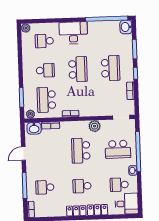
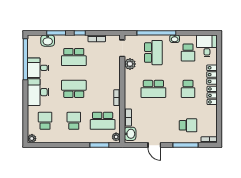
washbasin: (126, 27) -> (48, 41), moved
desk: (98, 32) -> (38, 68), added
school desk: (44, 41) -> (45, 121), turned 180
school desk: (111, 68) -> (74, 57), turned 180
plant: (95, 126) -> (130, 64), moved
school desk: (45, 187) -> (188, 125), turned -90

